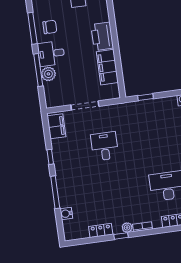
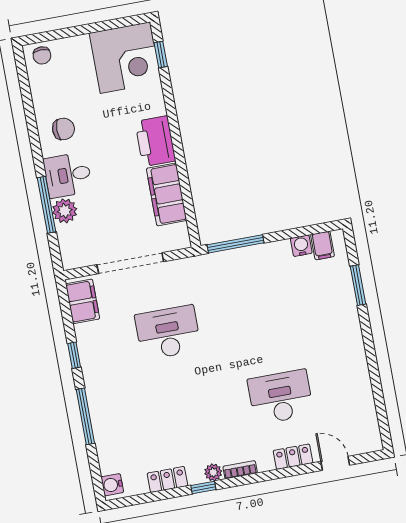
window: (32, 28) -> (33, 133), removed
window: (146, 97) -> (235, 244), width x2.17
doorway: (85, 106) -> (130, 263), width x1.36
desk: (105, 146) -> (168, 333), width x1.37
water cooler: (66, 214) -> (112, 485), moved

